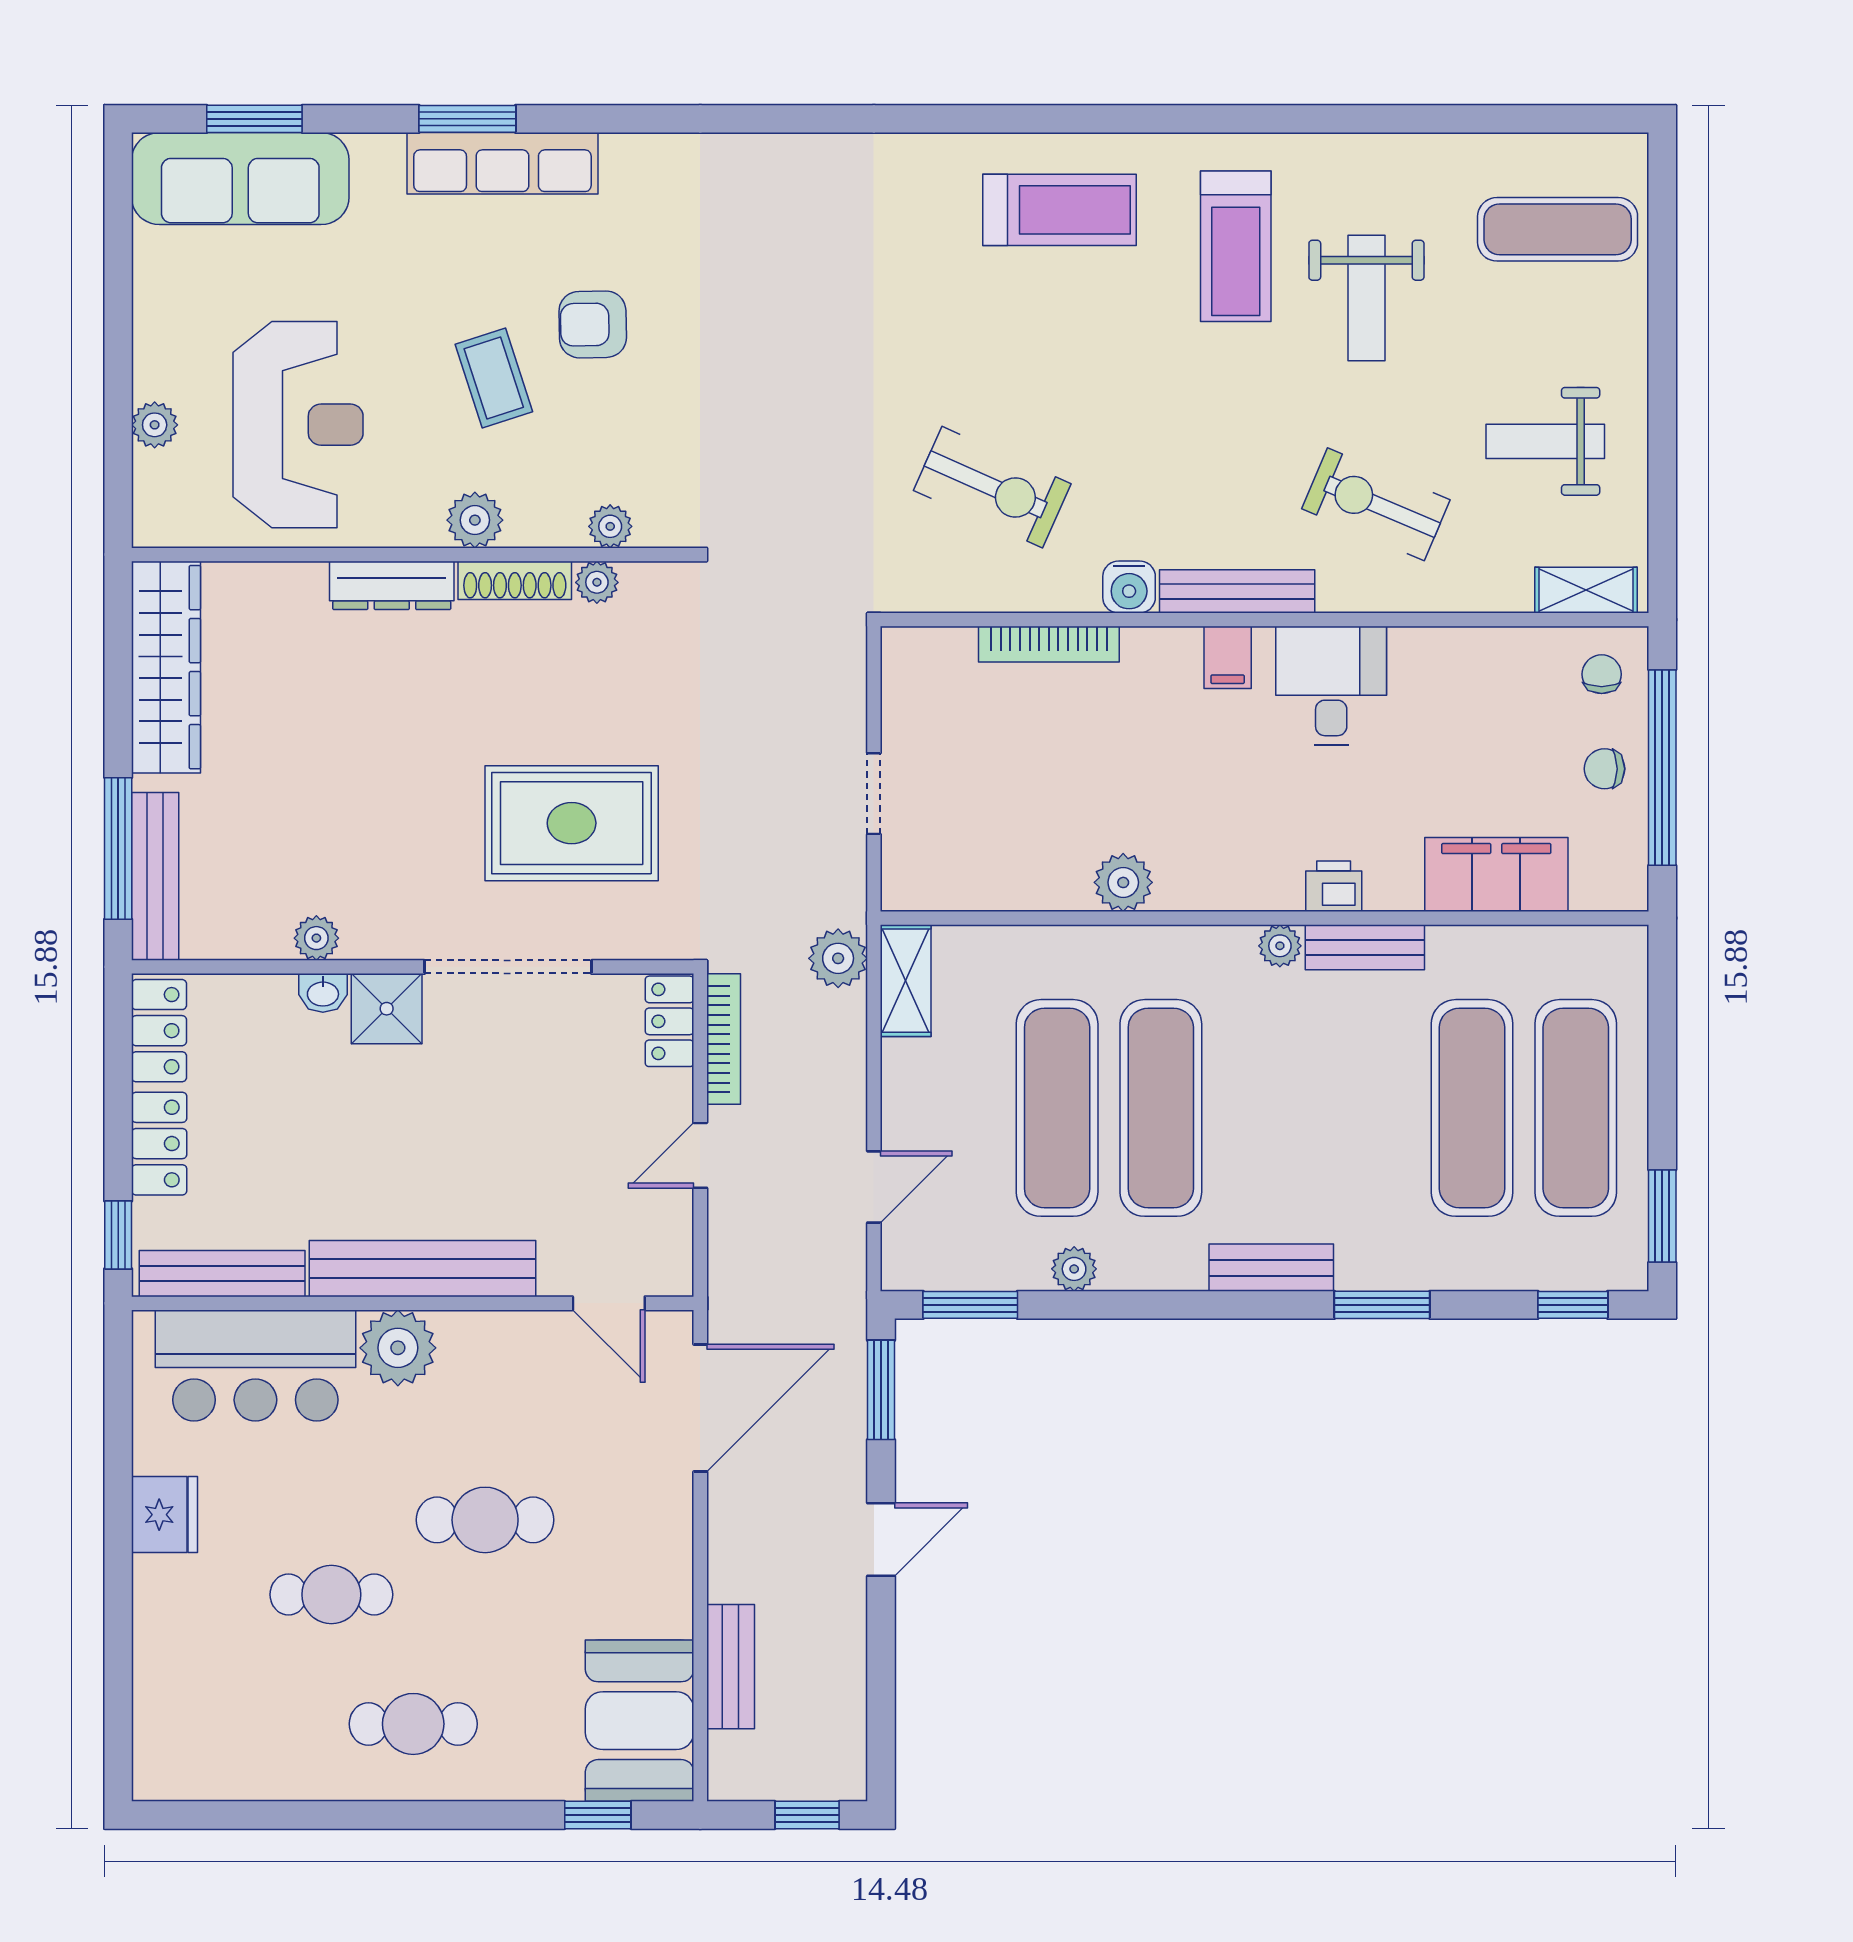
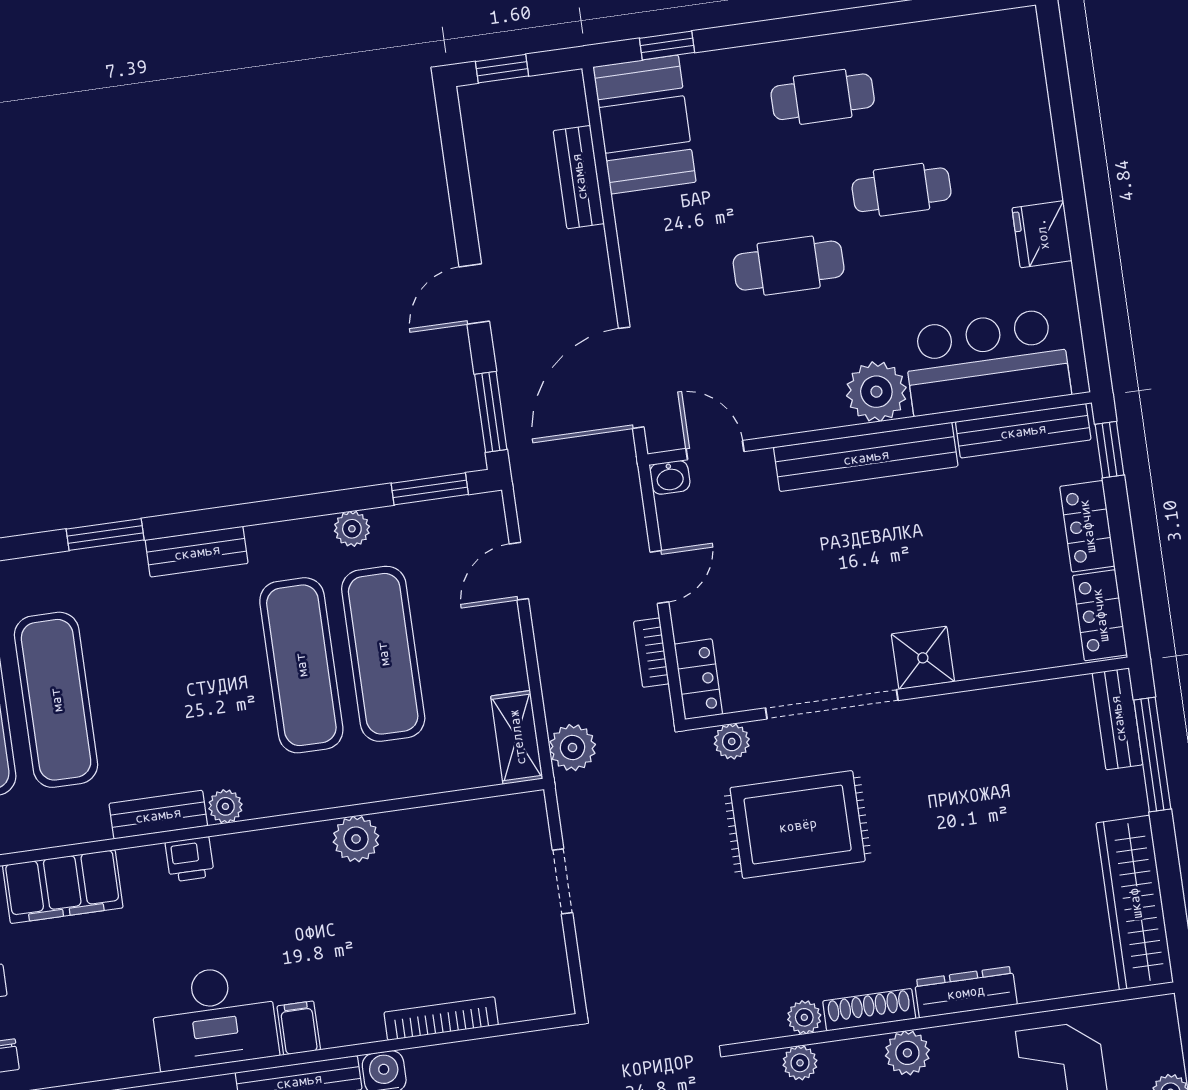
desk: (1331, 686) -> (214, 1017), width x1.37
bench: (155, 876) -> (1118, 719), width x0.73
plant: (316, 938) -> (732, 741), moved
washbasin: (323, 993) -> (670, 477), moved, turned 180
bookcase: (724, 1039) -> (651, 653), width x0.64

